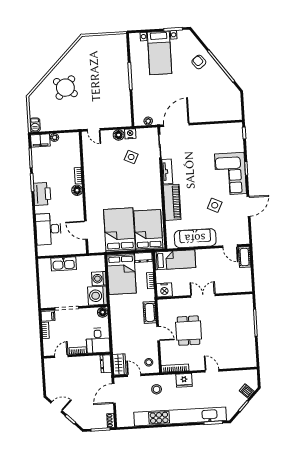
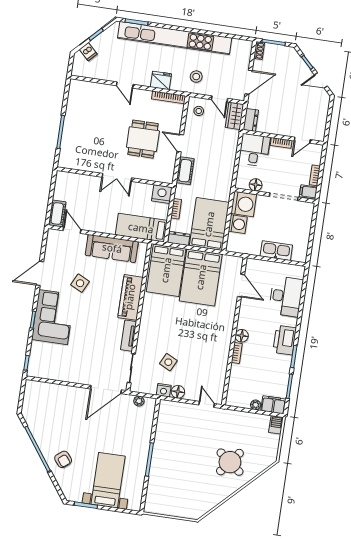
floor lamp: (103, 312) -> (256, 185), moved

